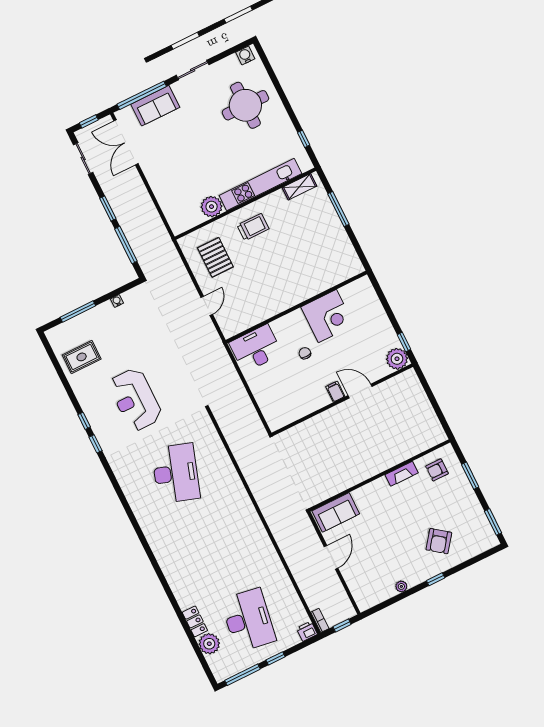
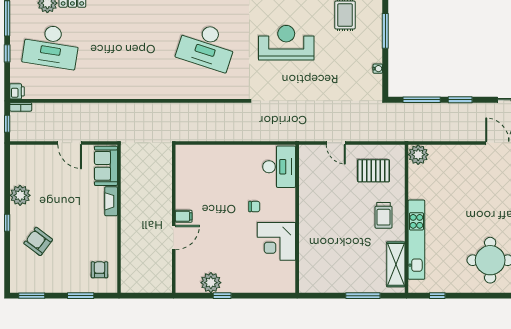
shelving: (299, 187) -> (396, 264), width x1.50, depth x1.33
plant: (212, 207) -> (418, 155), moved
door: (360, 391) -> (174, 237), moved
filing cabinet: (335, 392) -> (184, 216), moved
wall: (342, 400) -> (174, 219), moved
fireplace: (402, 474) -> (111, 201), moved
plant: (401, 586) -> (20, 195), width x1.87, depth x1.87

